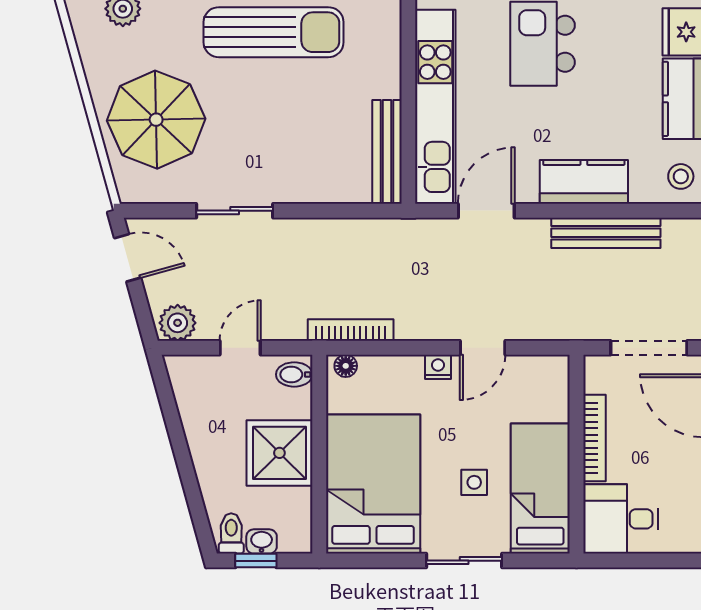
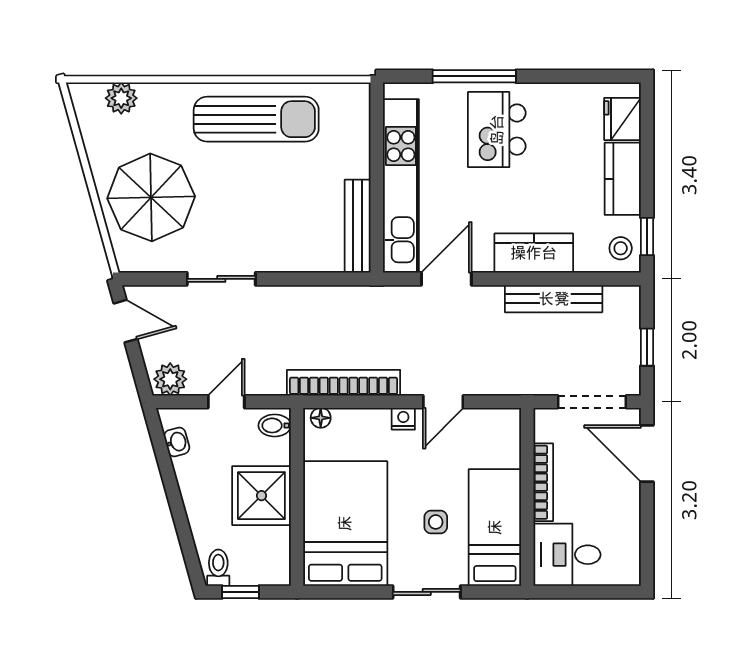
bookcase: (351, 330) -> (344, 383), width x1.48, depth x1.31
washbasin: (262, 541) -> (177, 442), moved, turned 75

